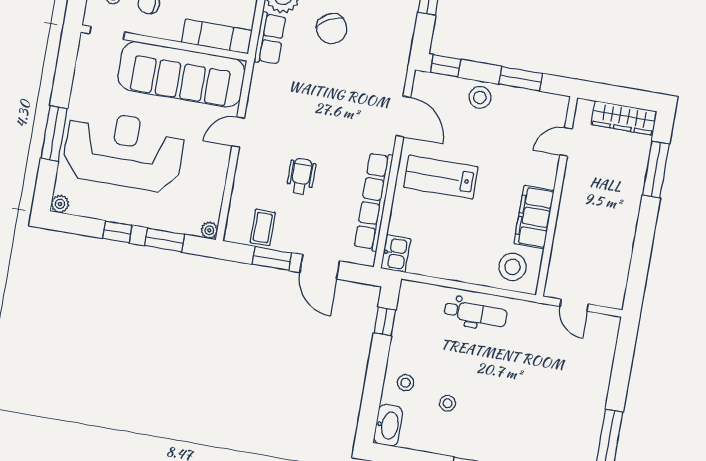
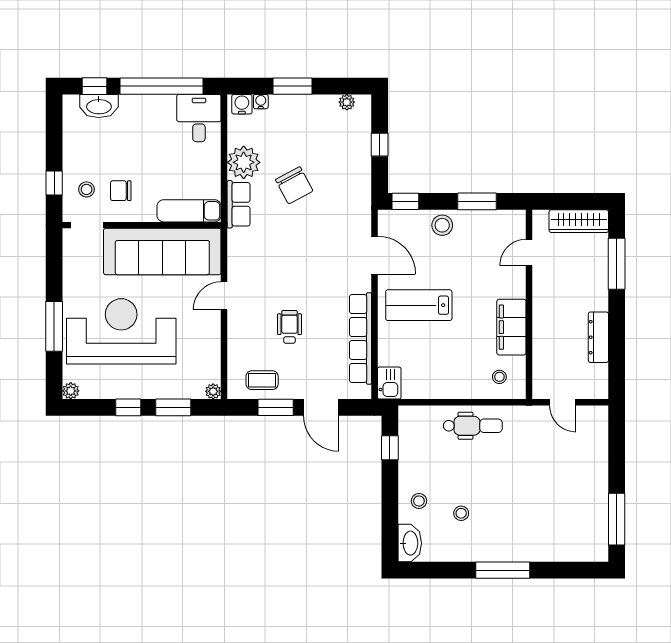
coffee table: (263, 227) -> (262, 380), turned 90
dresser: (624, 243) -> (598, 337), added
stool: (512, 267) -> (499, 377), width x0.53, depth x0.53

